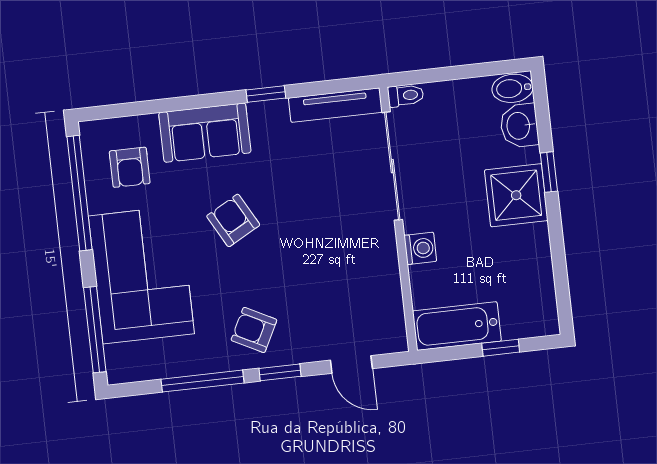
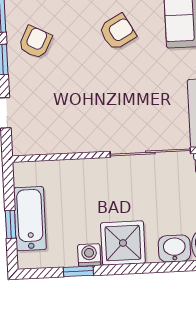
window: (549, 172) -> (78, 271), moved
washing machine: (420, 248) -> (89, 255), moved, turned 180
bathtub: (457, 326) -> (30, 219), moved

